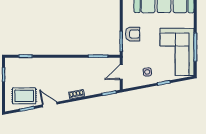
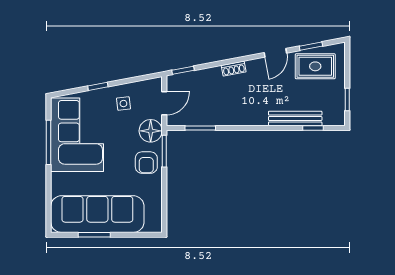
armchair: (133, 34) -> (146, 163), turned -90
floor lamp: (130, 54) -> (151, 131), added
bench: (37, 62) -> (295, 119), added
door: (50, 104) -> (275, 53), hinge flipped

